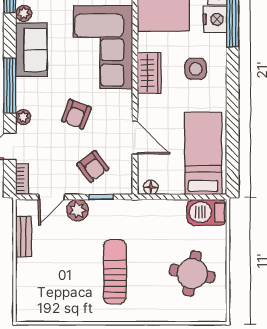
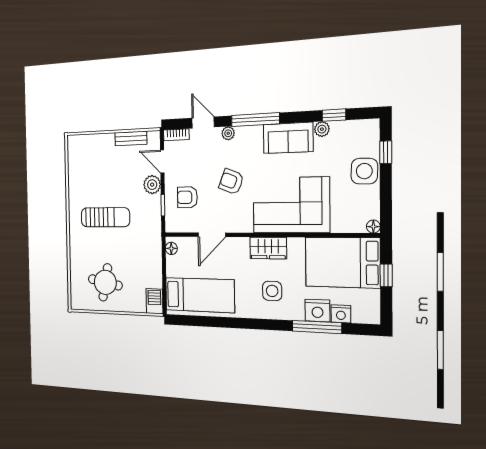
armchair: (93, 167) -> (187, 197), turned 38
barbecue: (207, 212) -> (154, 301), width x0.73, depth x0.79

